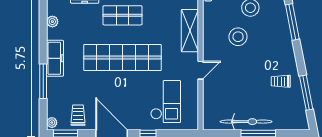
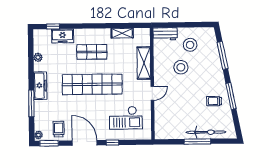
window: (306, 93) -> (231, 96), moved
checkout: (166, 102) -> (126, 118), turned 90
bicycle: (246, 122) -> (206, 132), moved

